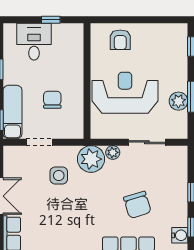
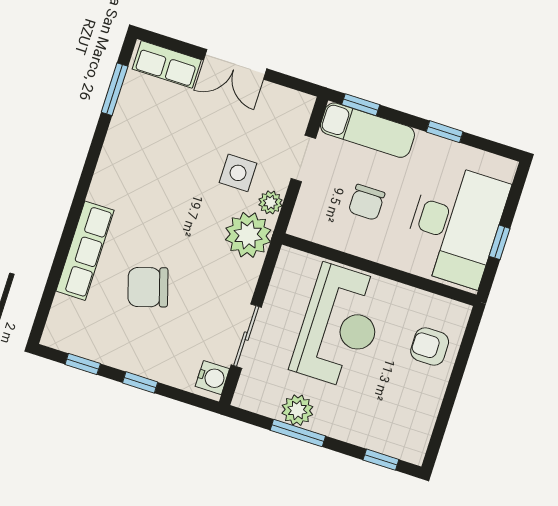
desk: (34, 42) -> (455, 225), width x1.87, depth x1.30
chair: (52, 100) -> (367, 202), turned 90
plant: (113, 152) -> (270, 202), moved
water cooler: (180, 235) -> (212, 378), moved, turned -90

